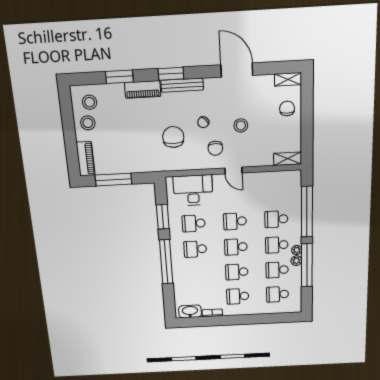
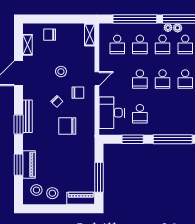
shelving: (288, 79) -> (28, 45), moved
piano: (143, 89) -> (29, 165), moved
school desk: (195, 249) -> (117, 44), moved

